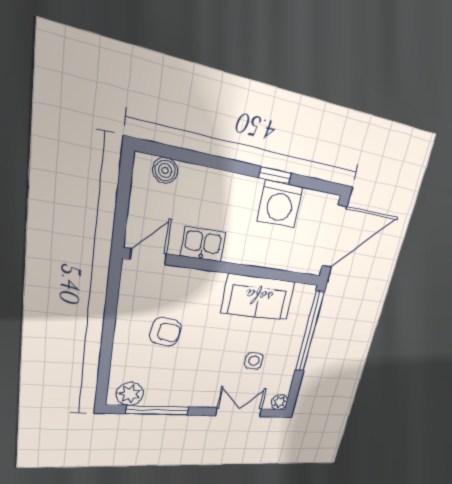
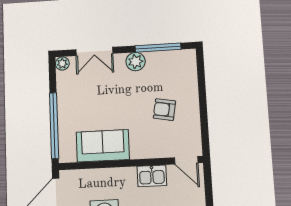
door: (148, 257) -> (186, 160), hinge flipped
side table: (254, 361) -> (93, 96), removed
plant: (130, 394) -> (136, 62), moved

